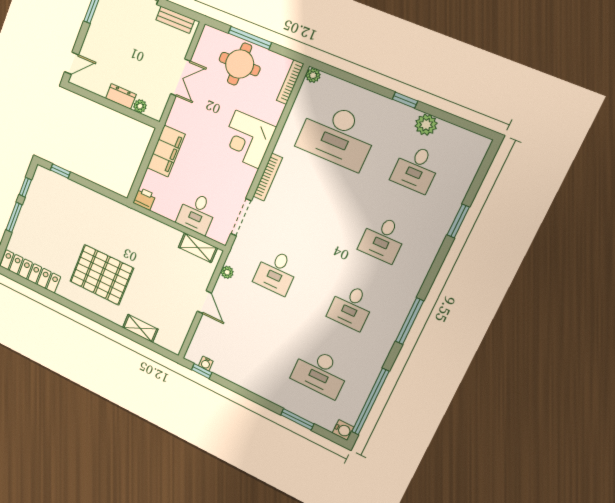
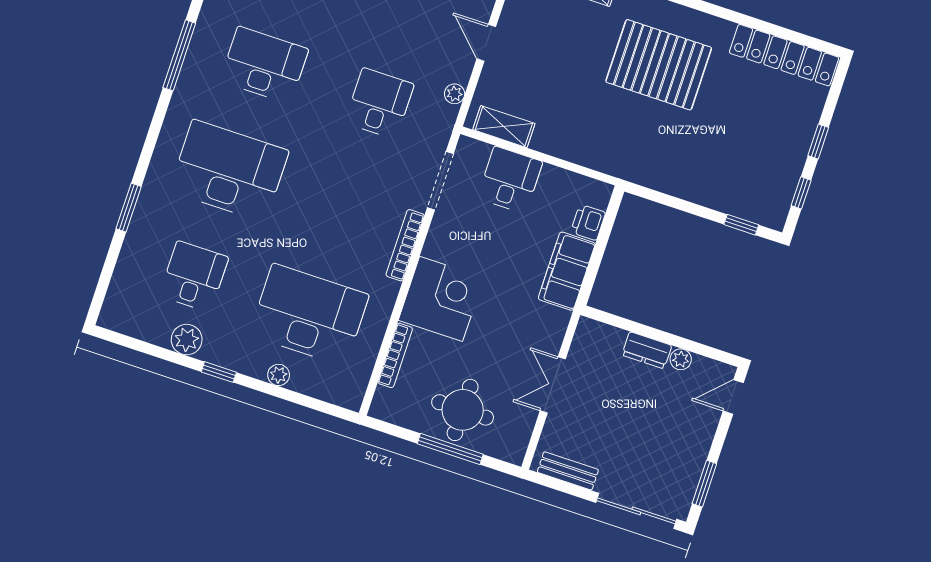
plant: (313, 75) -> (279, 375), moved
bookcase: (290, 82) -> (395, 355), moved
plant: (140, 106) -> (681, 359), moved
printer: (144, 199) -> (588, 222), moved, turned 90
window: (14, 217) -> (818, 142), width x0.67
desk: (383, 239) -> (229, 171), width x1.87, depth x1.30
desk: (351, 307) -> (264, 65), width x1.37

